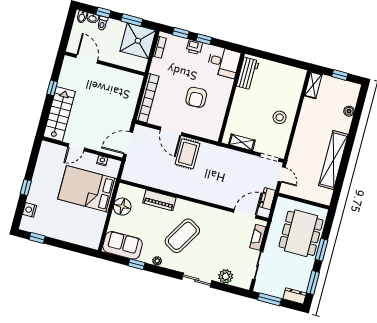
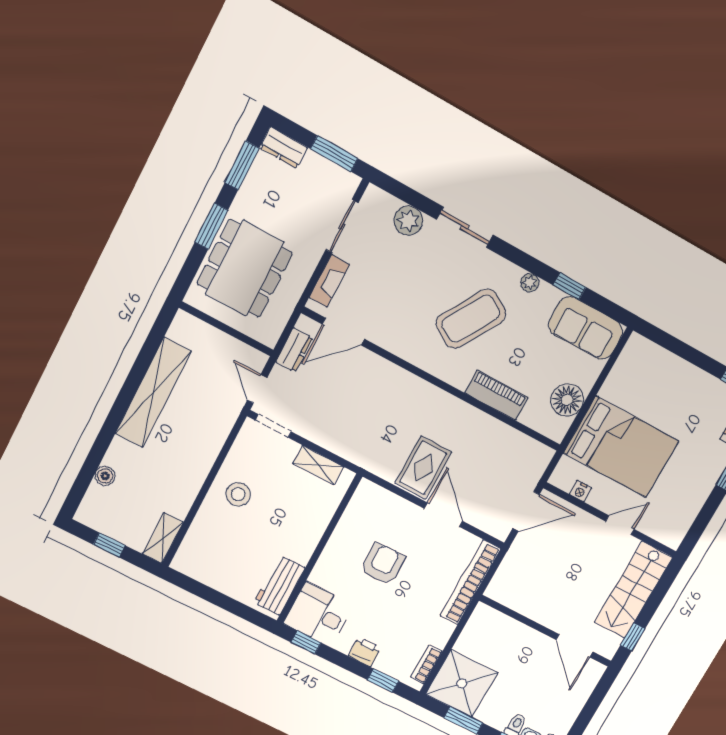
window: (204, 39) -> (306, 642), moved
door: (87, 59) -> (575, 646), moved
wall: (105, 64) -> (546, 631), moved

